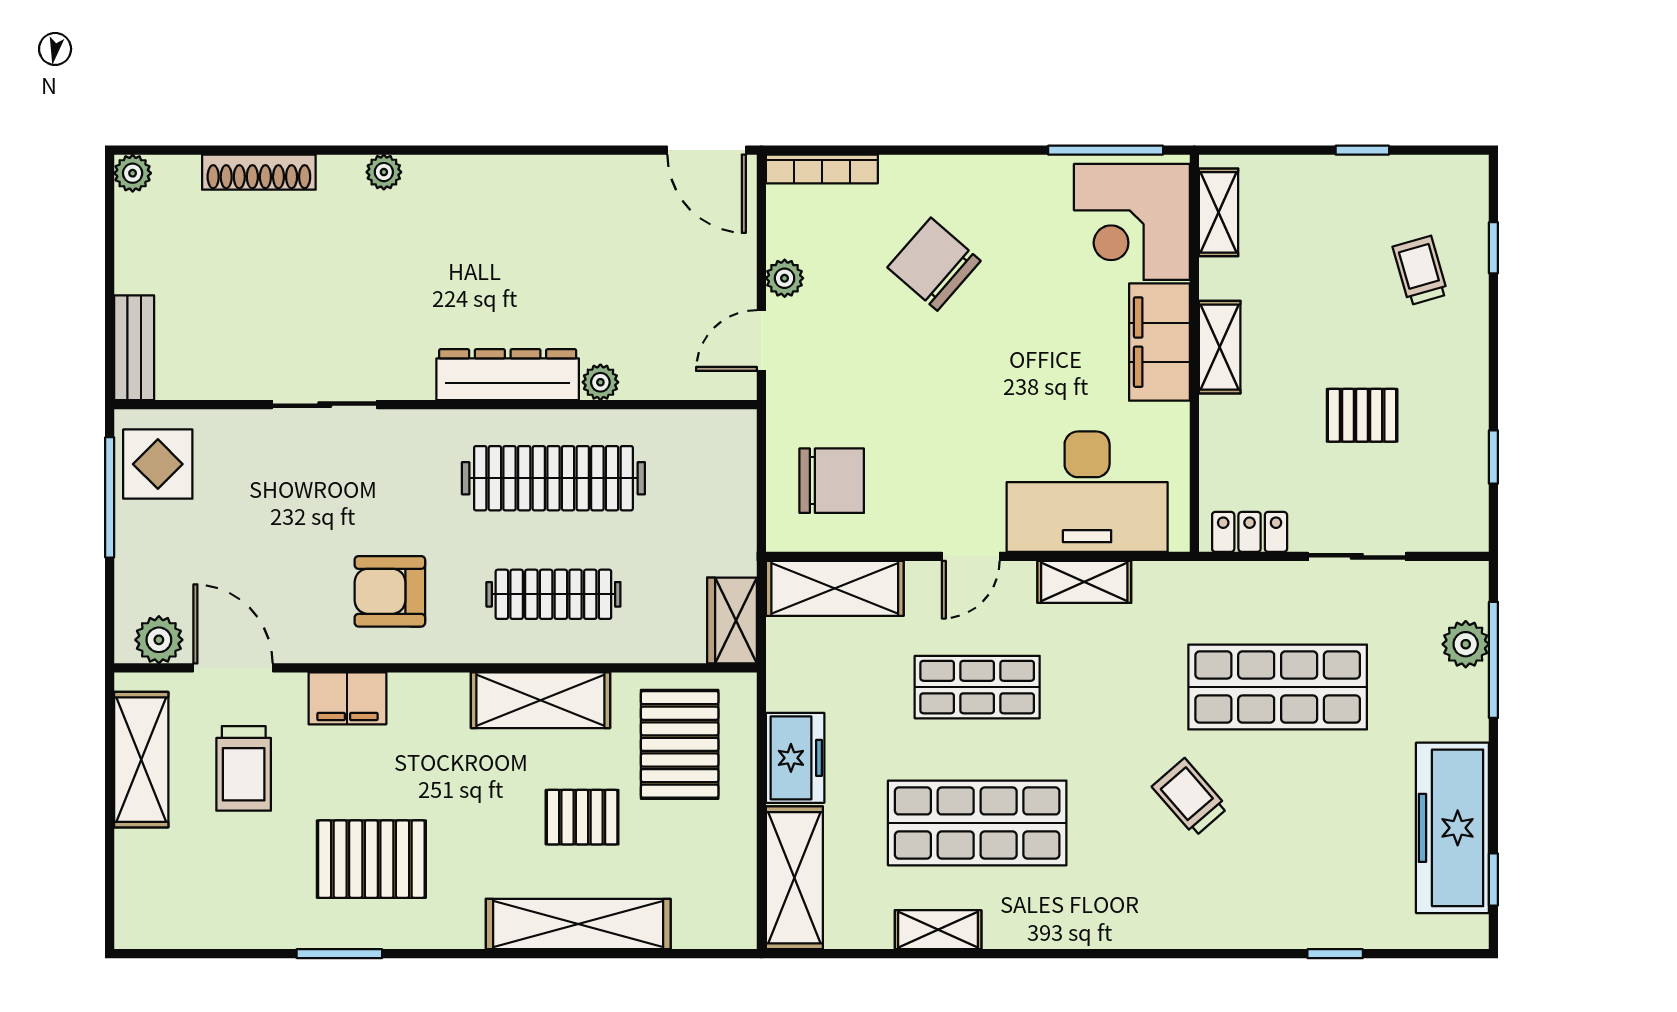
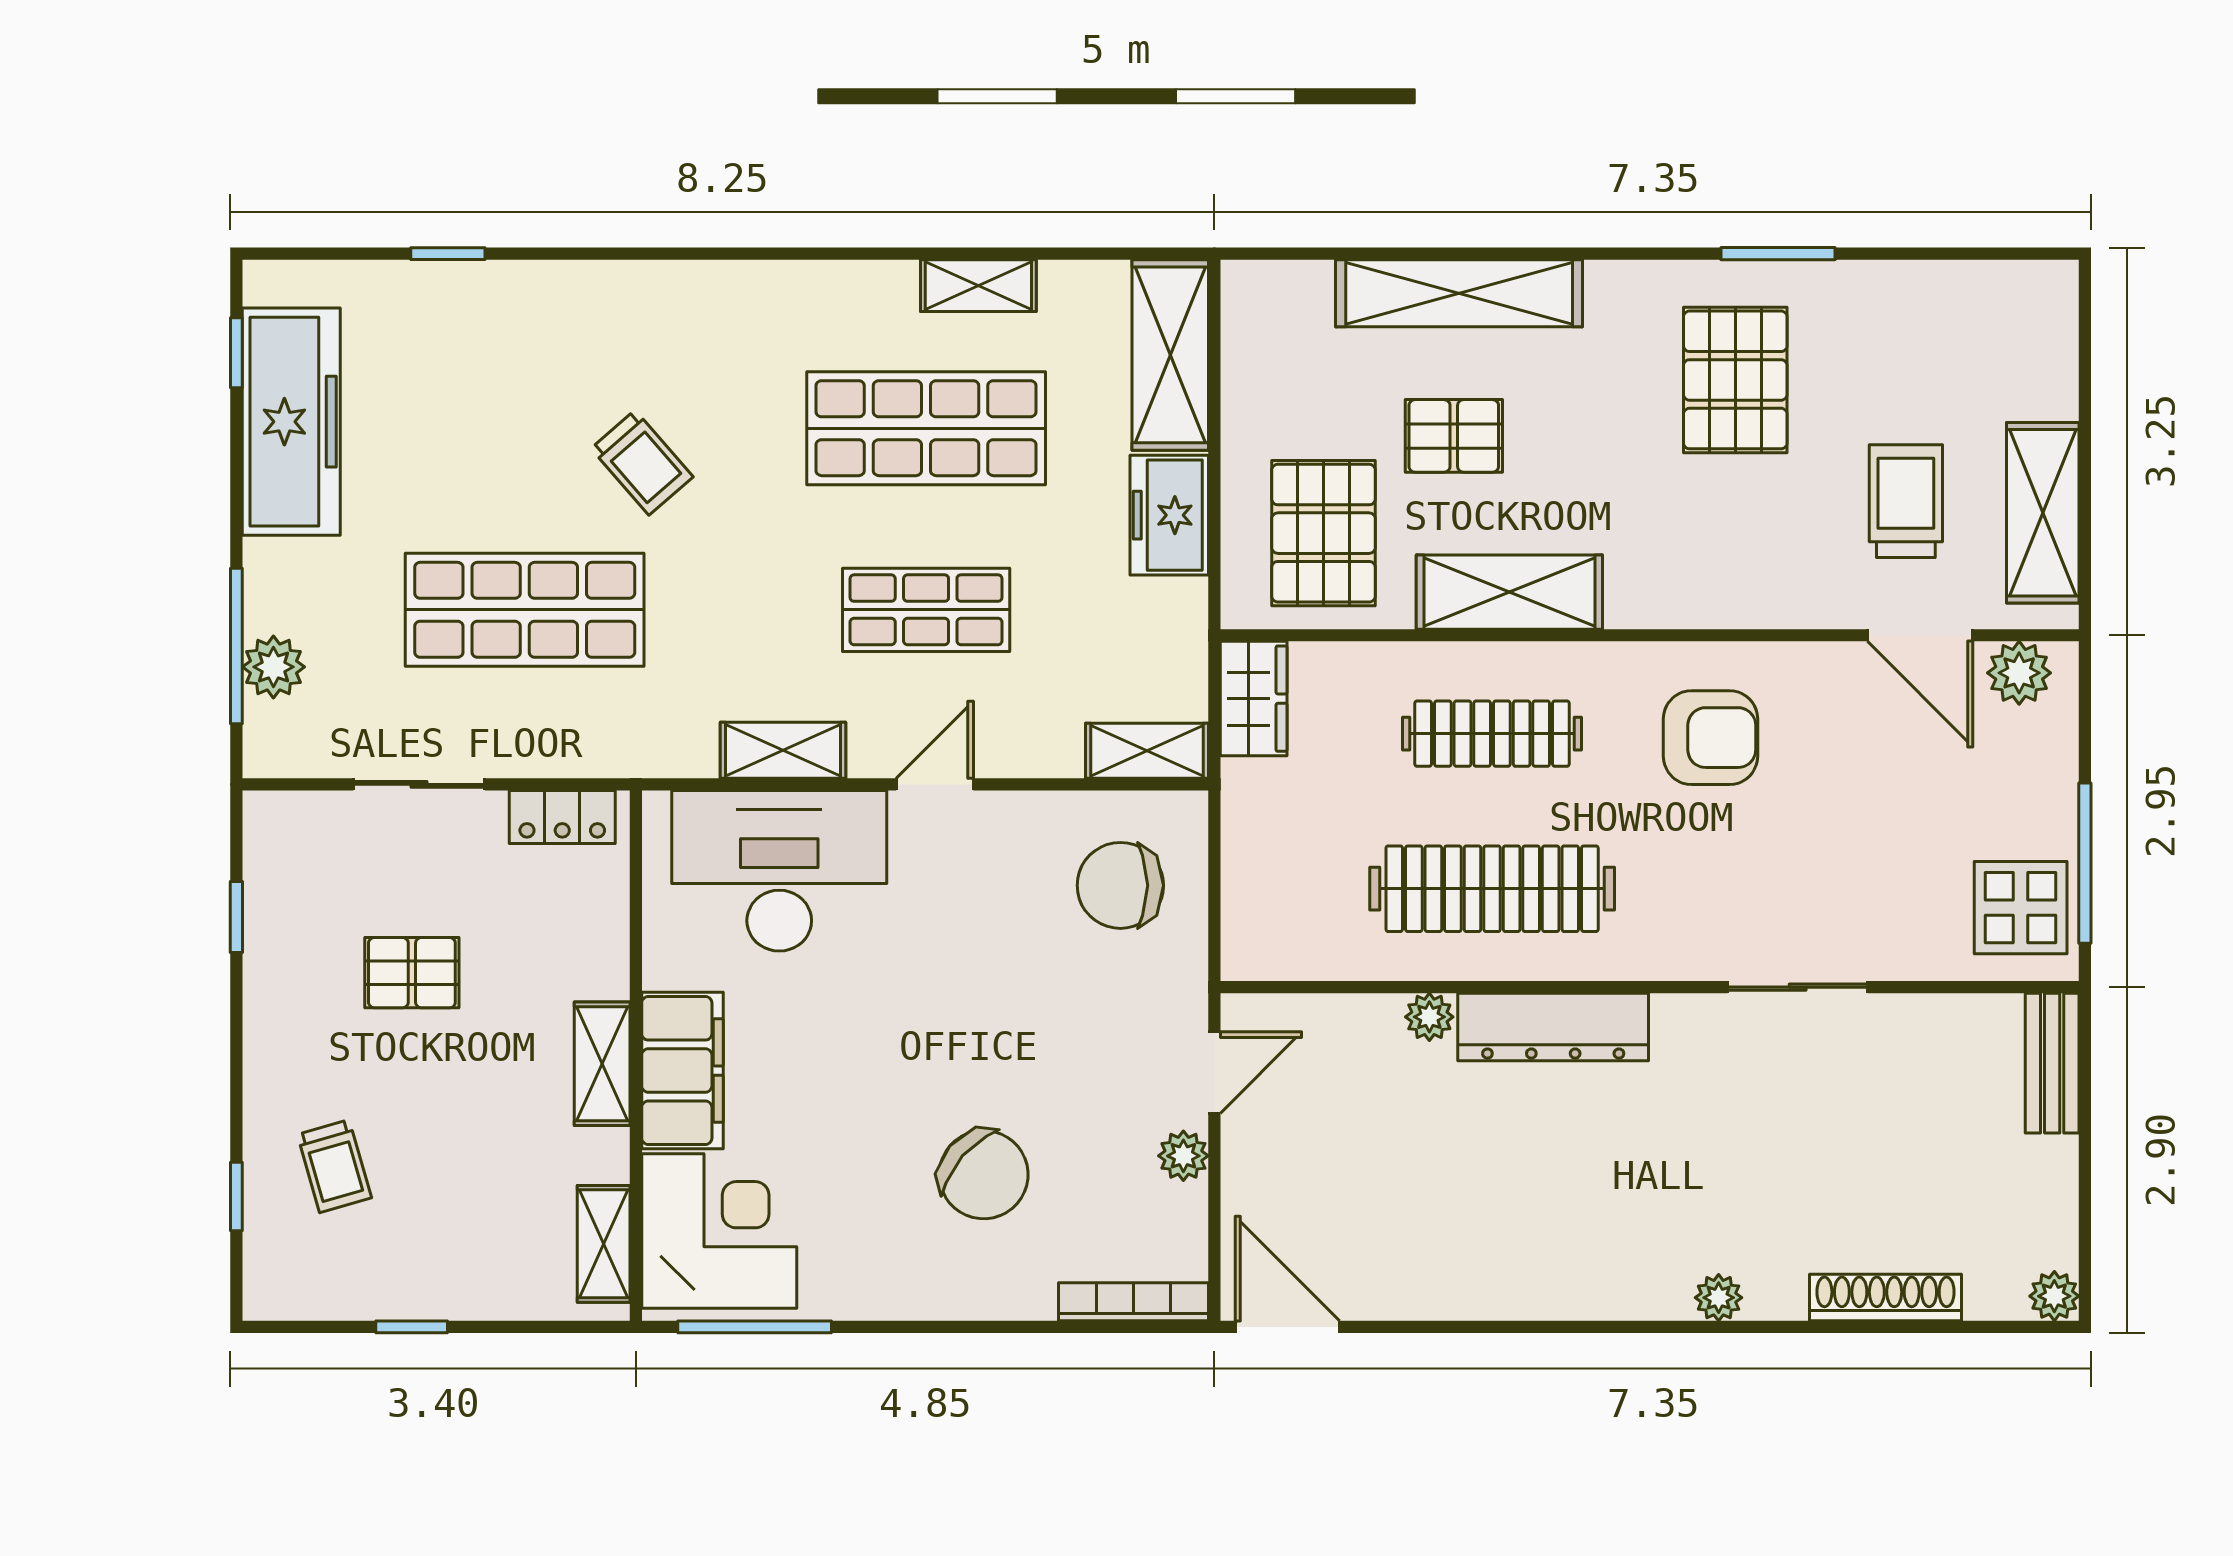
shelving: (835, 588) -> (1147, 751), width x0.67, depth x0.75
filing cabinet: (347, 698) -> (1767, 595), removed
pallet: (371, 859) -> (1735, 380), turned 90

